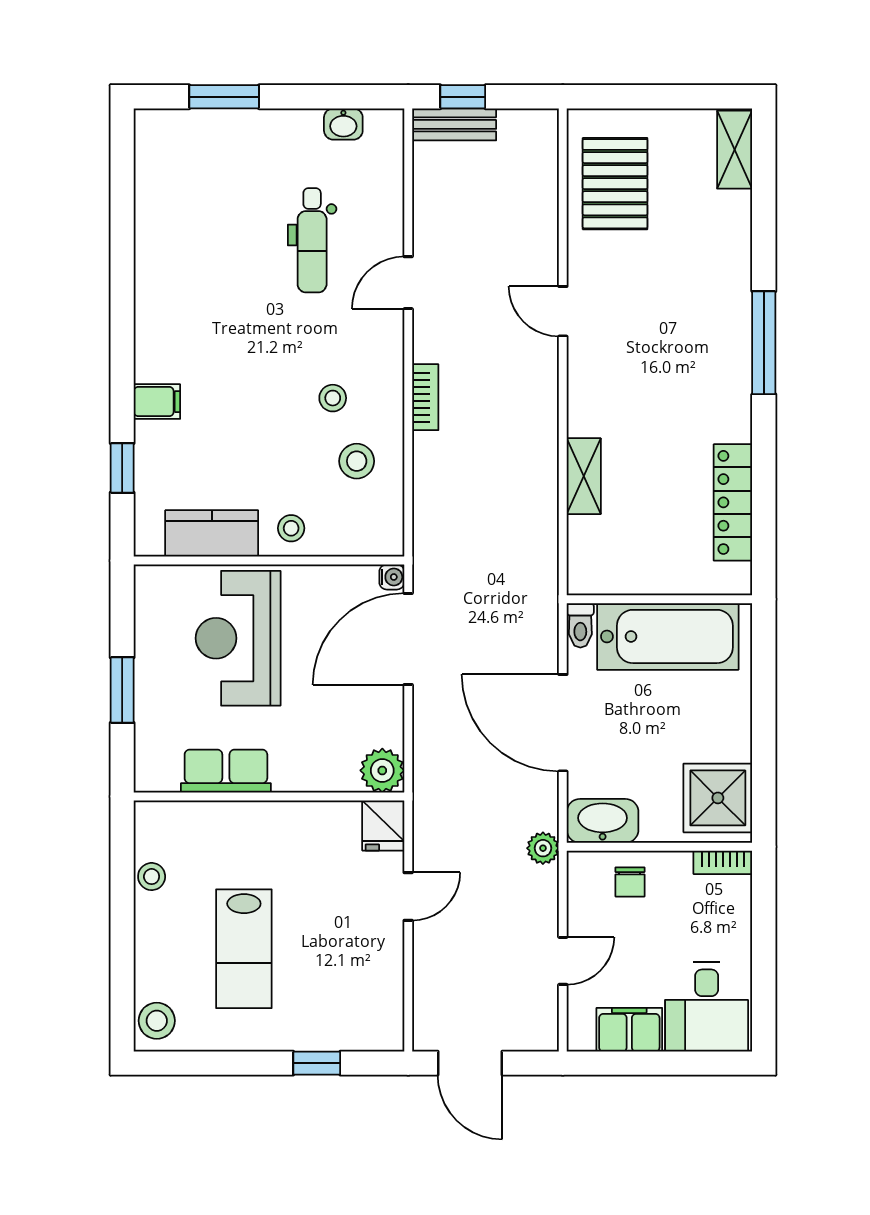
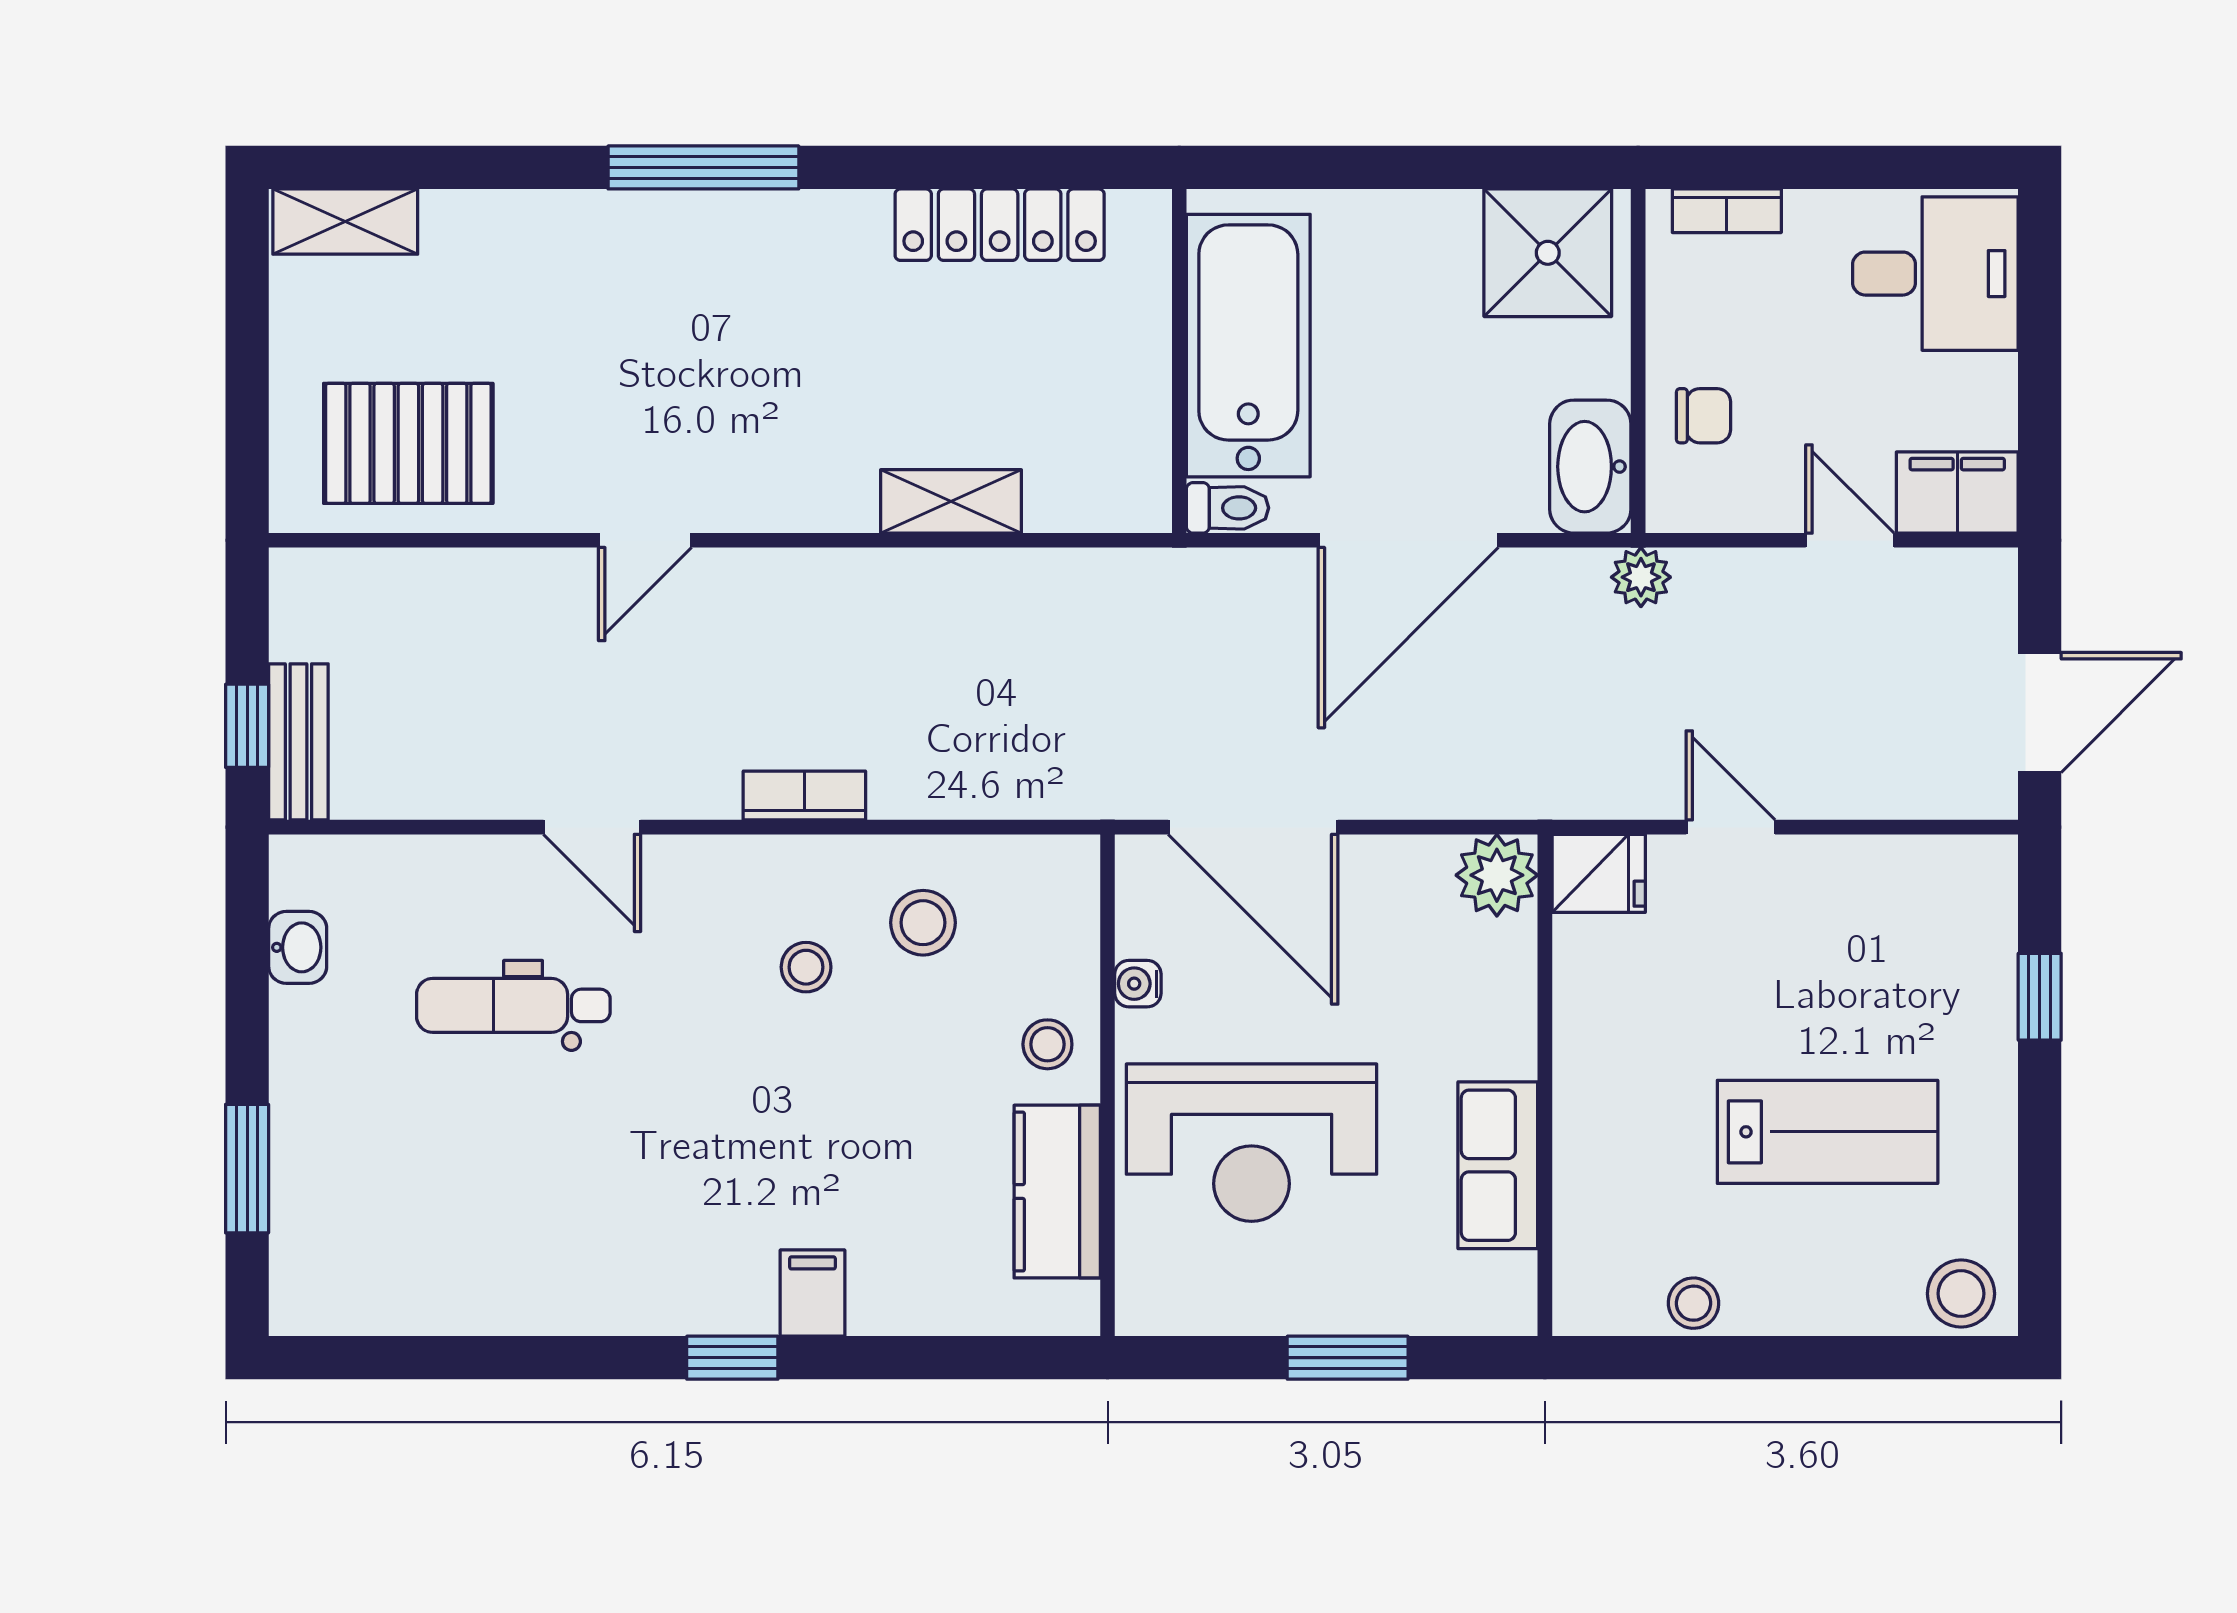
dental chair: (312, 240) -> (513, 1005), turned 180
window: (122, 468) -> (732, 1358), moved
water cooler: (392, 577) -> (1138, 984), moved, turned -90
bookcase: (723, 862) -> (1727, 211), moved, turned 90
filing cabinet: (629, 1030) -> (1957, 493), moved, turned 90

